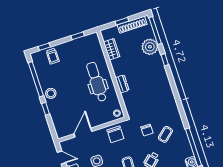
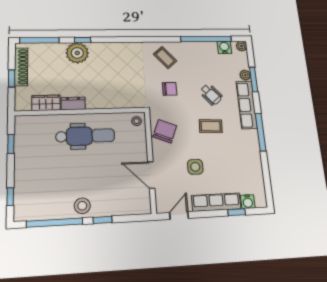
plant: (150, 47) -> (77, 53), moved
trolley: (53, 56) -> (28, 188), removed
dental chair: (97, 82) -> (85, 136), turned 180
dresser: (122, 84) -> (73, 103), moved
chair: (115, 134) -> (165, 131), turned -68
coffee table: (165, 134) -> (165, 57), moved

